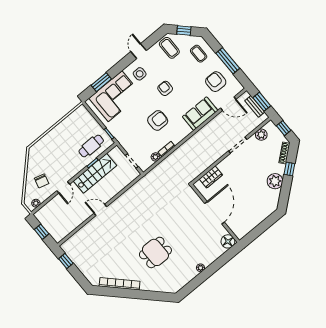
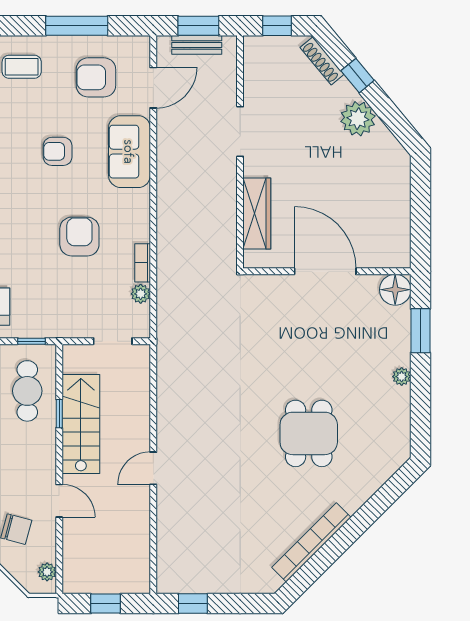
armchair: (165, 88) -> (58, 151), moved
plant: (261, 135) -> (256, 75), removed
wardrobe: (211, 177) -> (257, 214), width x1.50
window: (221, 261) -> (420, 331), added

